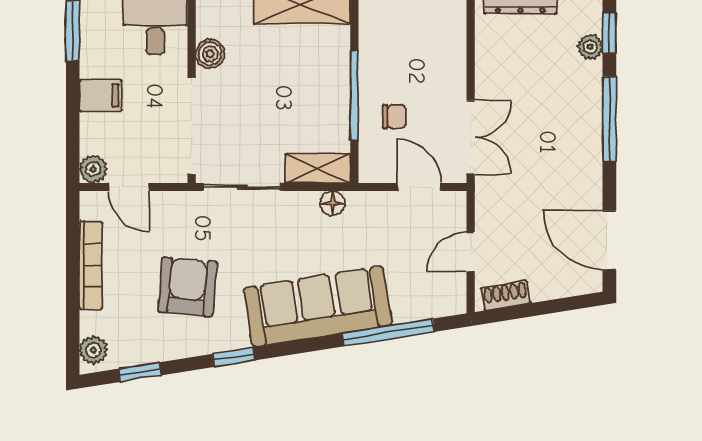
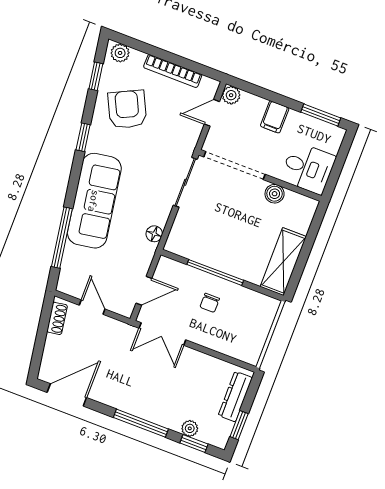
chair: (394, 116) -> (210, 303), moved
shelving: (318, 168) -> (179, 233), removed
armchair: (188, 287) -> (127, 109), moved, turned -121

